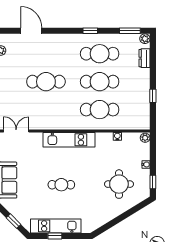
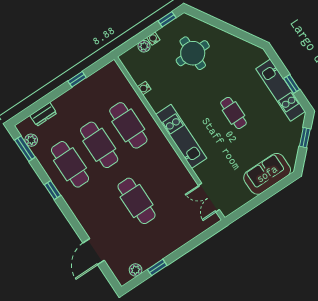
plant: (145, 39) -> (31, 140), moved
plant: (145, 138) -> (144, 46), moved

